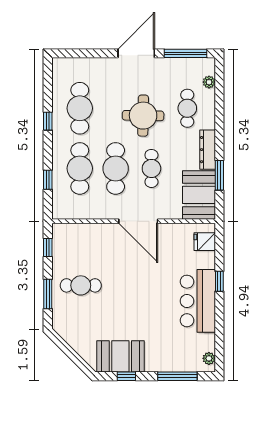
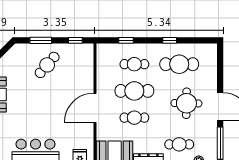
round table: (143, 116) -> (186, 103), moved
cafe table: (80, 168) -> (134, 64), width x0.73, depth x0.74
cafe table: (81, 285) -> (47, 65), turned 41

